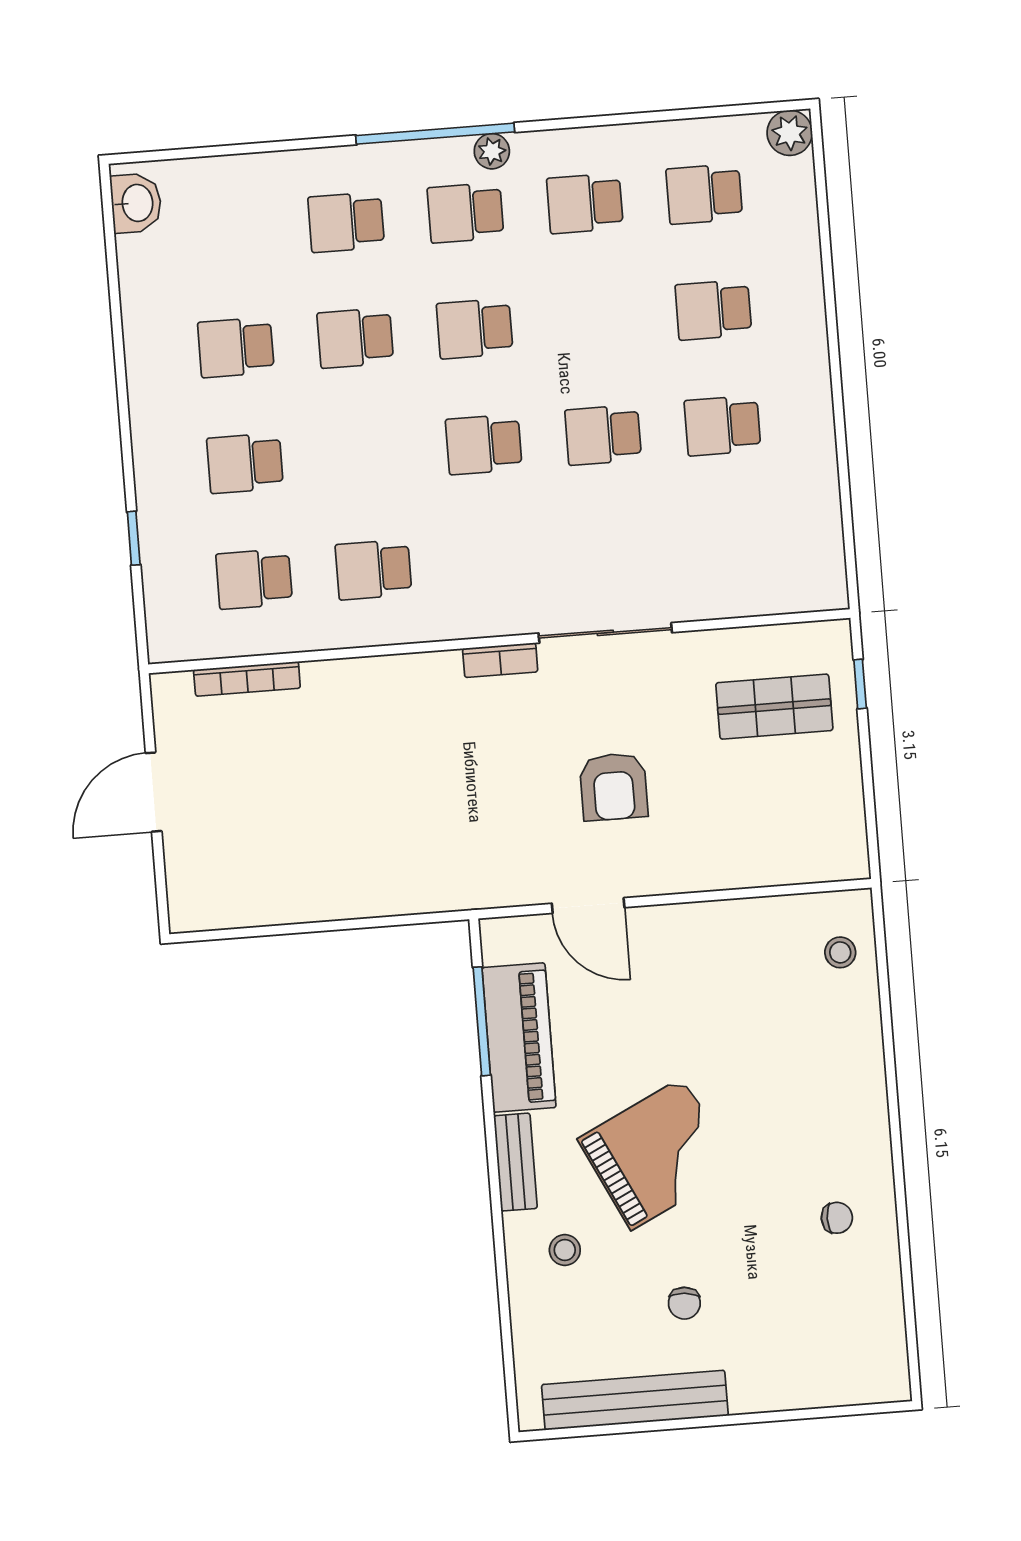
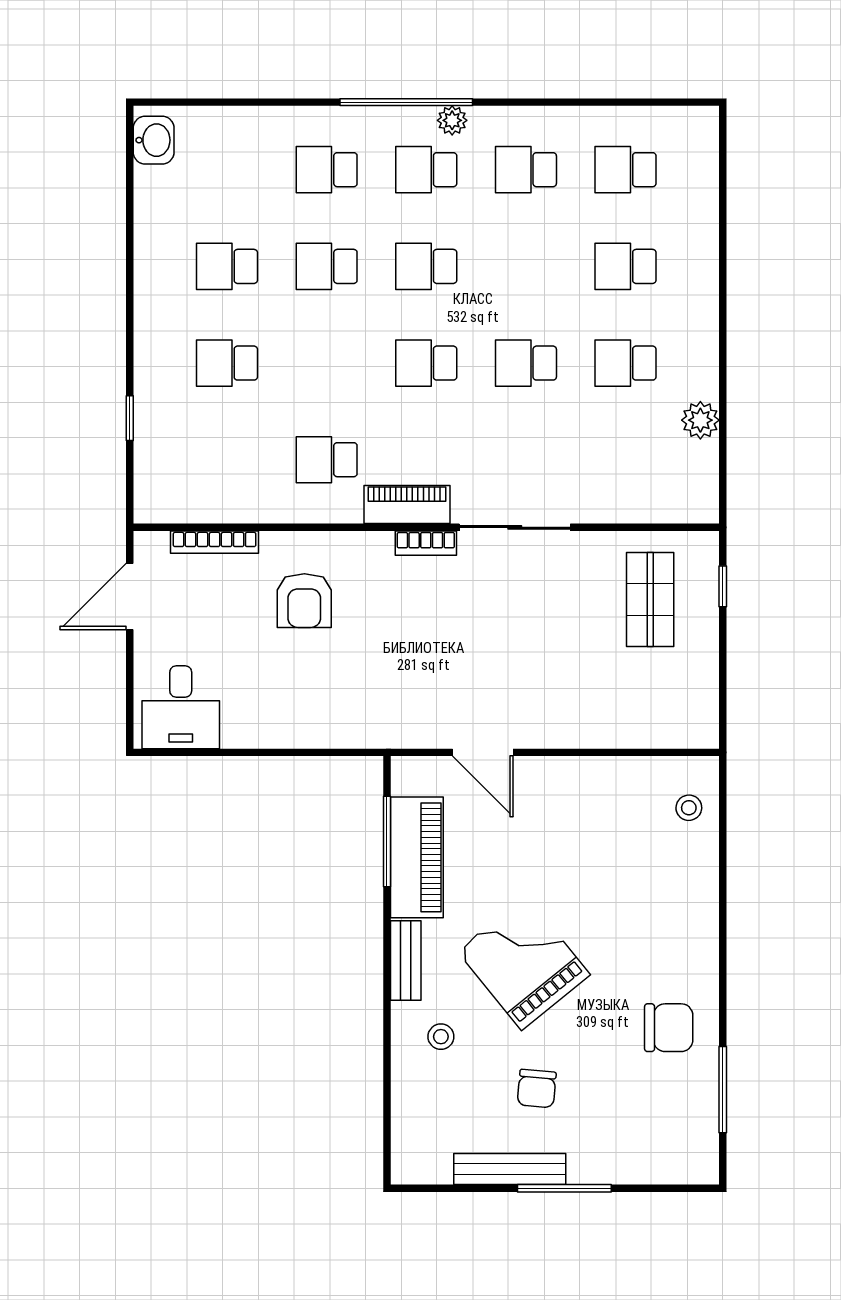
plant: (790, 133) -> (700, 420), moved
school desk: (254, 579) -> (227, 460), removed
piano: (474, 616) -> (407, 505), added
shop shelf: (774, 707) -> (650, 600), turned 90
armchair: (614, 787) -> (304, 601), moved
door: (154, 792) -> (130, 596), moved
desk: (222, 880) -> (181, 707), added
grand piano: (657, 1154) -> (524, 963), turned -103
chair: (837, 1218) -> (669, 1028), width x1.87, depth x1.87
window: (908, 1287) -> (723, 1090), added
chair: (684, 1303) -> (537, 1089), width x1.37, depth x1.37
bench: (635, 1400) -> (510, 1169), width x0.73, depth x0.82
window: (727, 1420) -> (564, 1188), added

